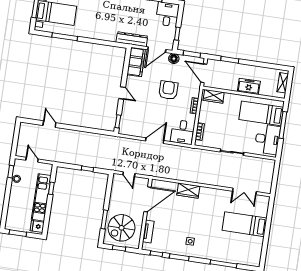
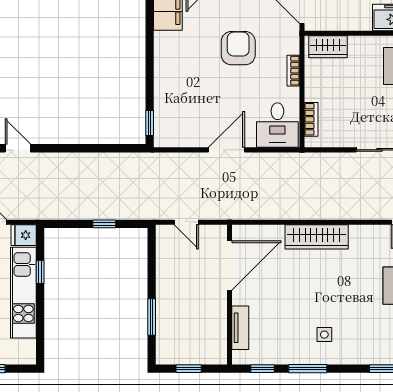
door: (122, 93) -> (150, 67), removed
wardrobe: (188, 191) -> (317, 237), width x1.50
fridge: (37, 226) -> (24, 235), moved
spiral stairs: (122, 228) -> (187, 328), removed

